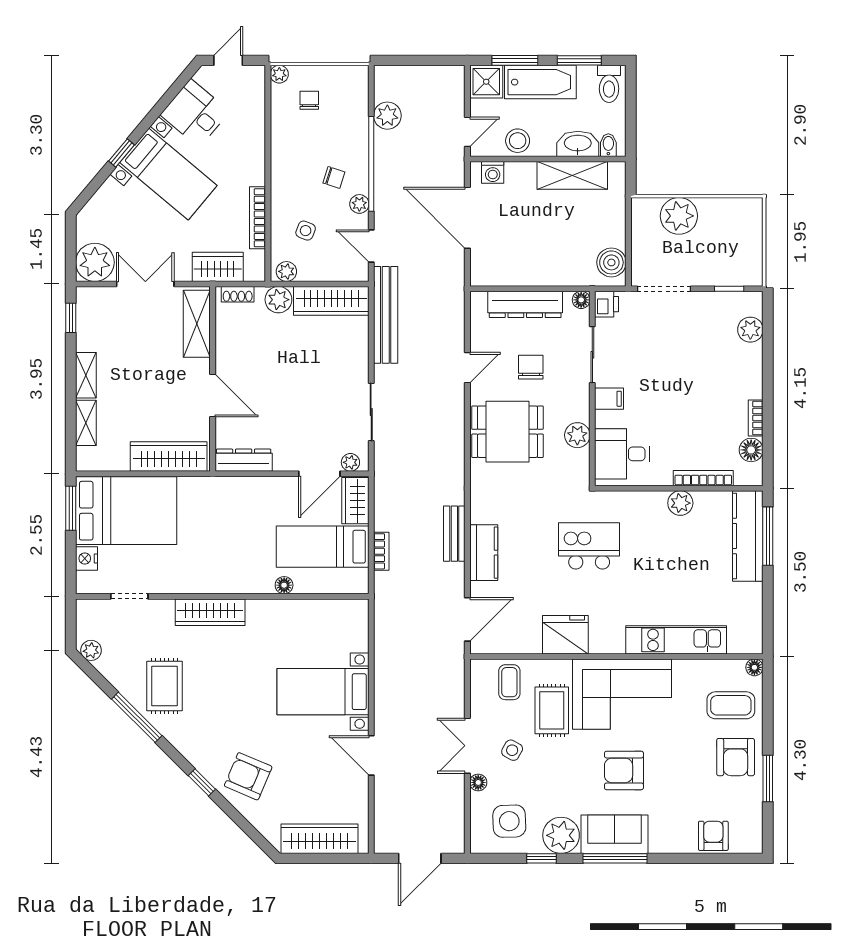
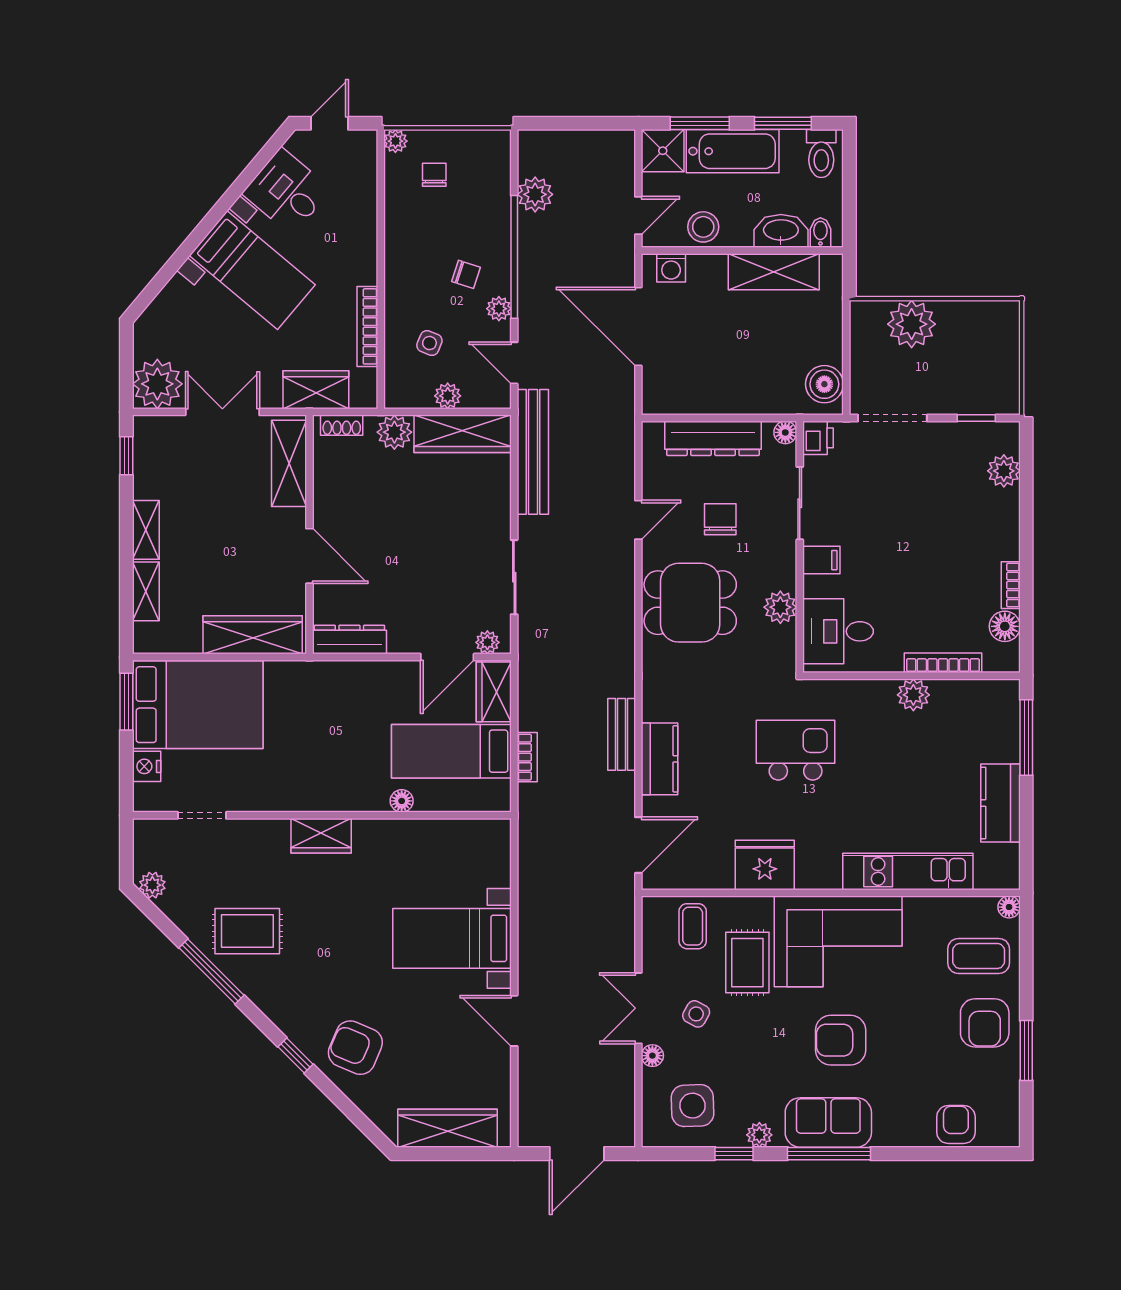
window: (121, 153) -> (192, 243), removed
plant: (286, 271) -> (448, 396), moved
kitchen counter: (748, 536) -> (1001, 803), moved, width x0.67
wardrobe: (210, 612) -> (321, 836), width x0.67
rug: (164, 686) -> (247, 931), turned 90
plant: (561, 835) -> (759, 1135), width x0.53, depth x0.53

